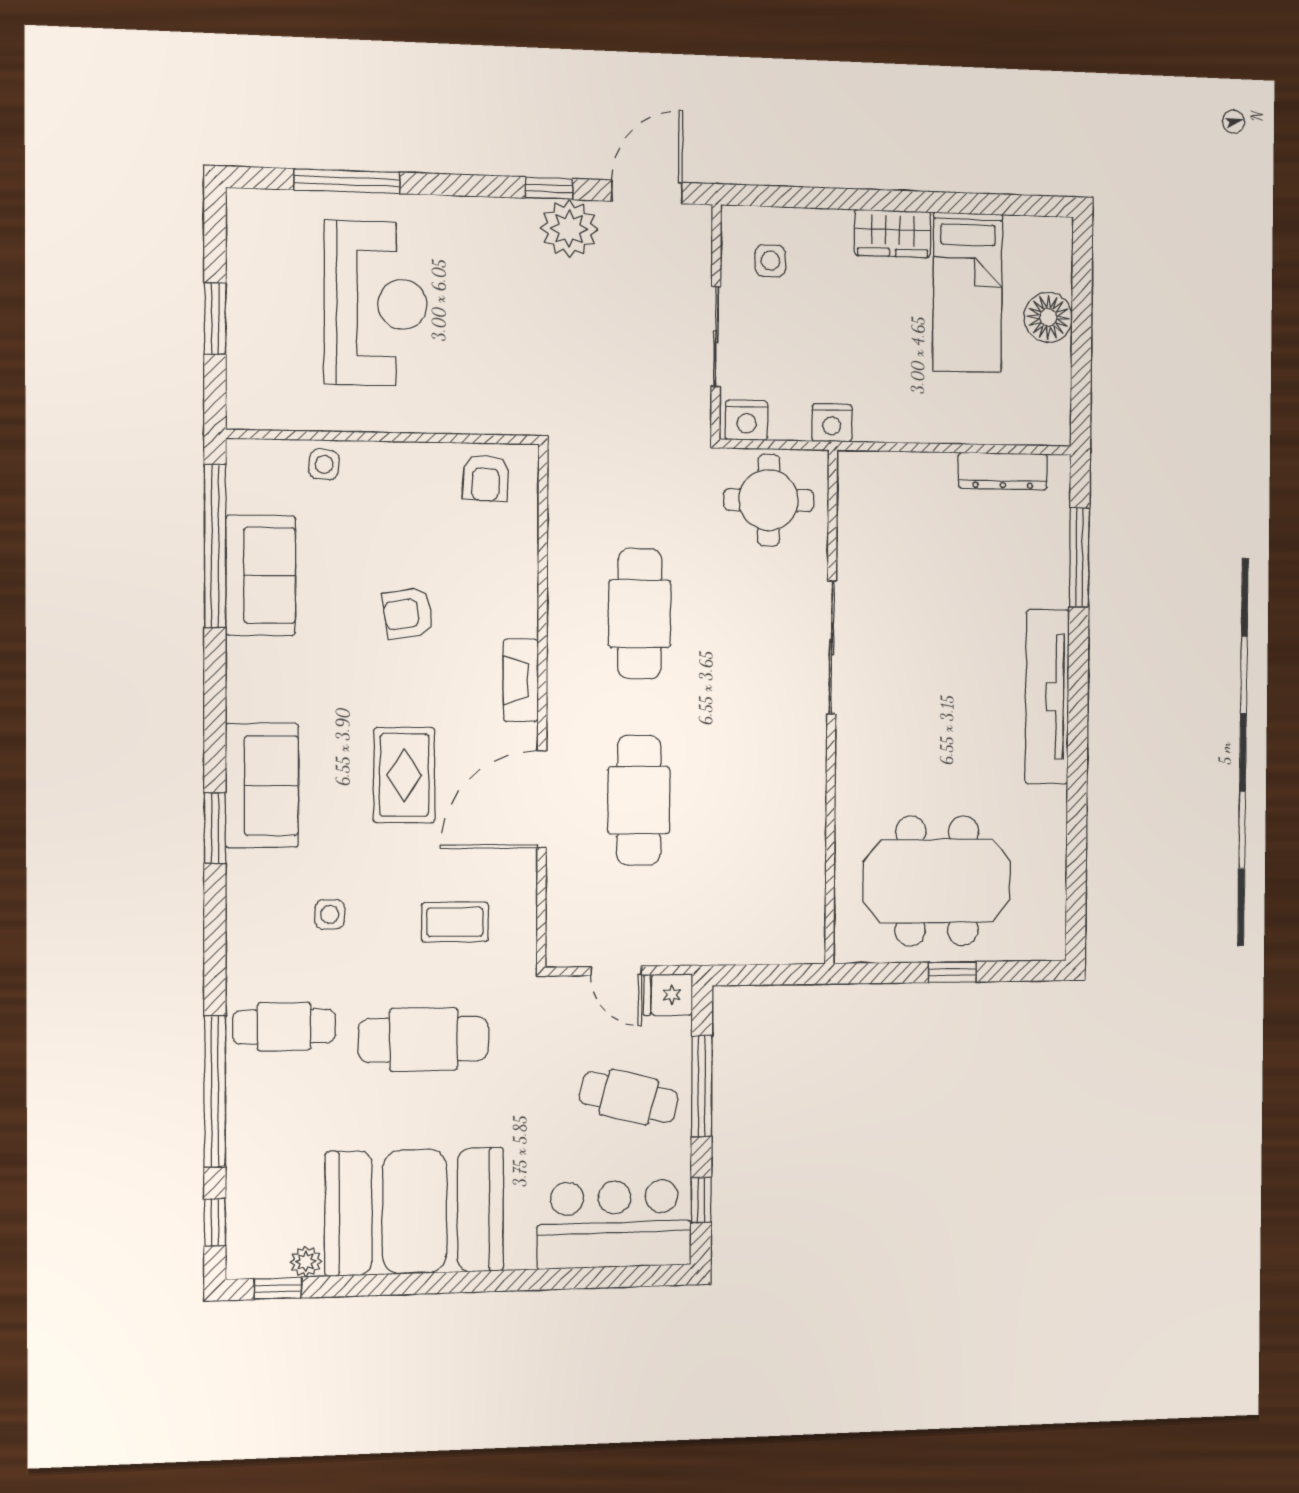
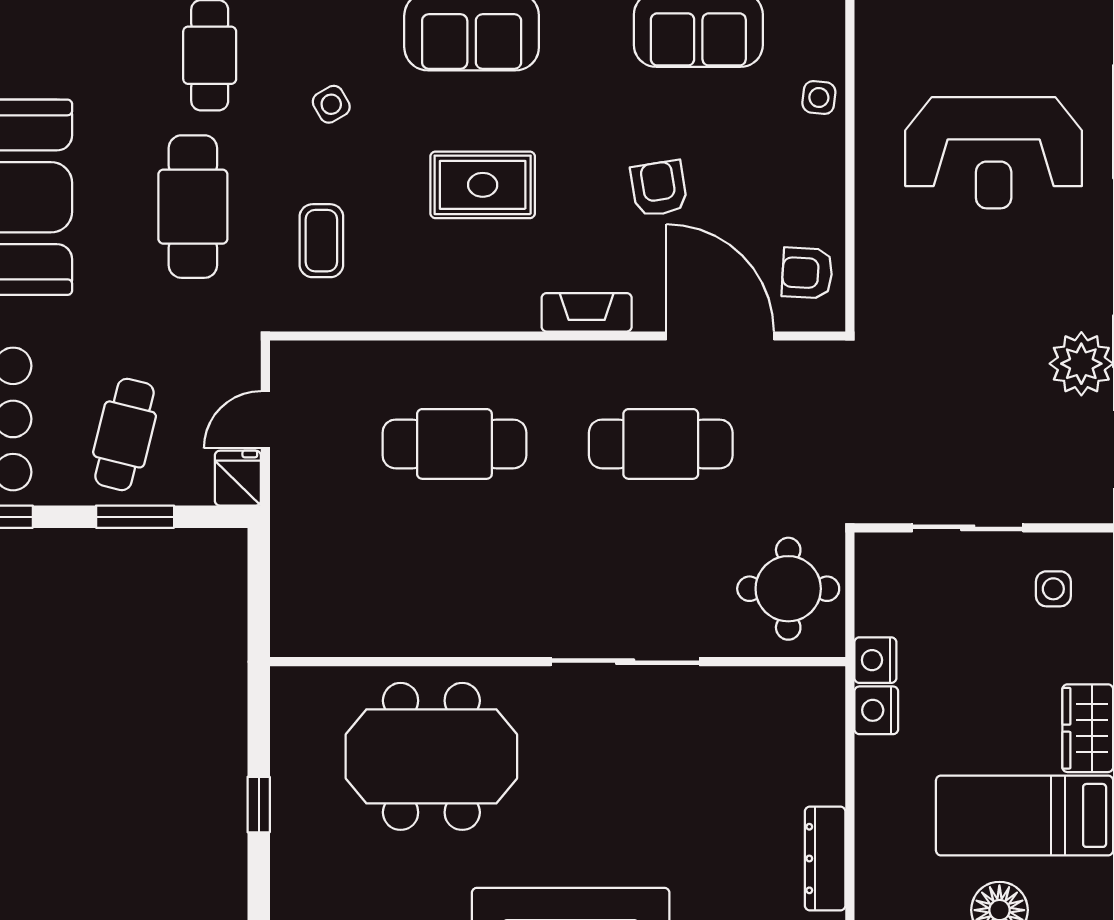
nightstand: (747, 420) -> (876, 710), moved
door: (542, 799) -> (720, 336), moved
meeting table: (937, 881) -> (431, 756), moved, turned 90
side table: (330, 914) -> (331, 104), turned -30
window: (702, 1086) -> (135, 517), width x0.69

